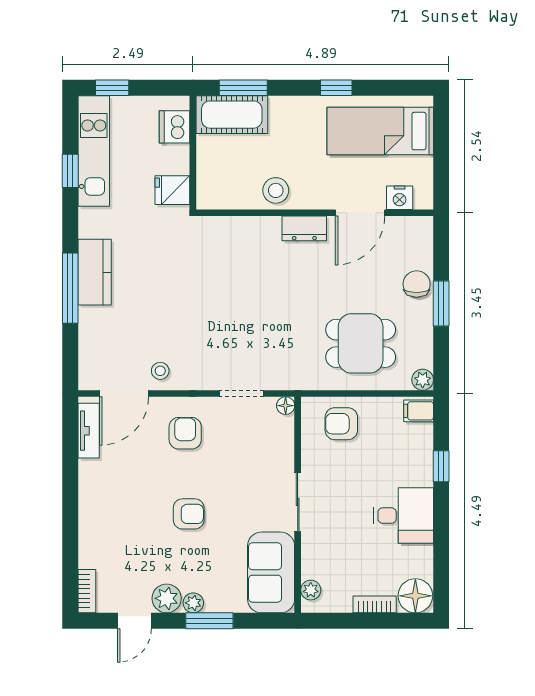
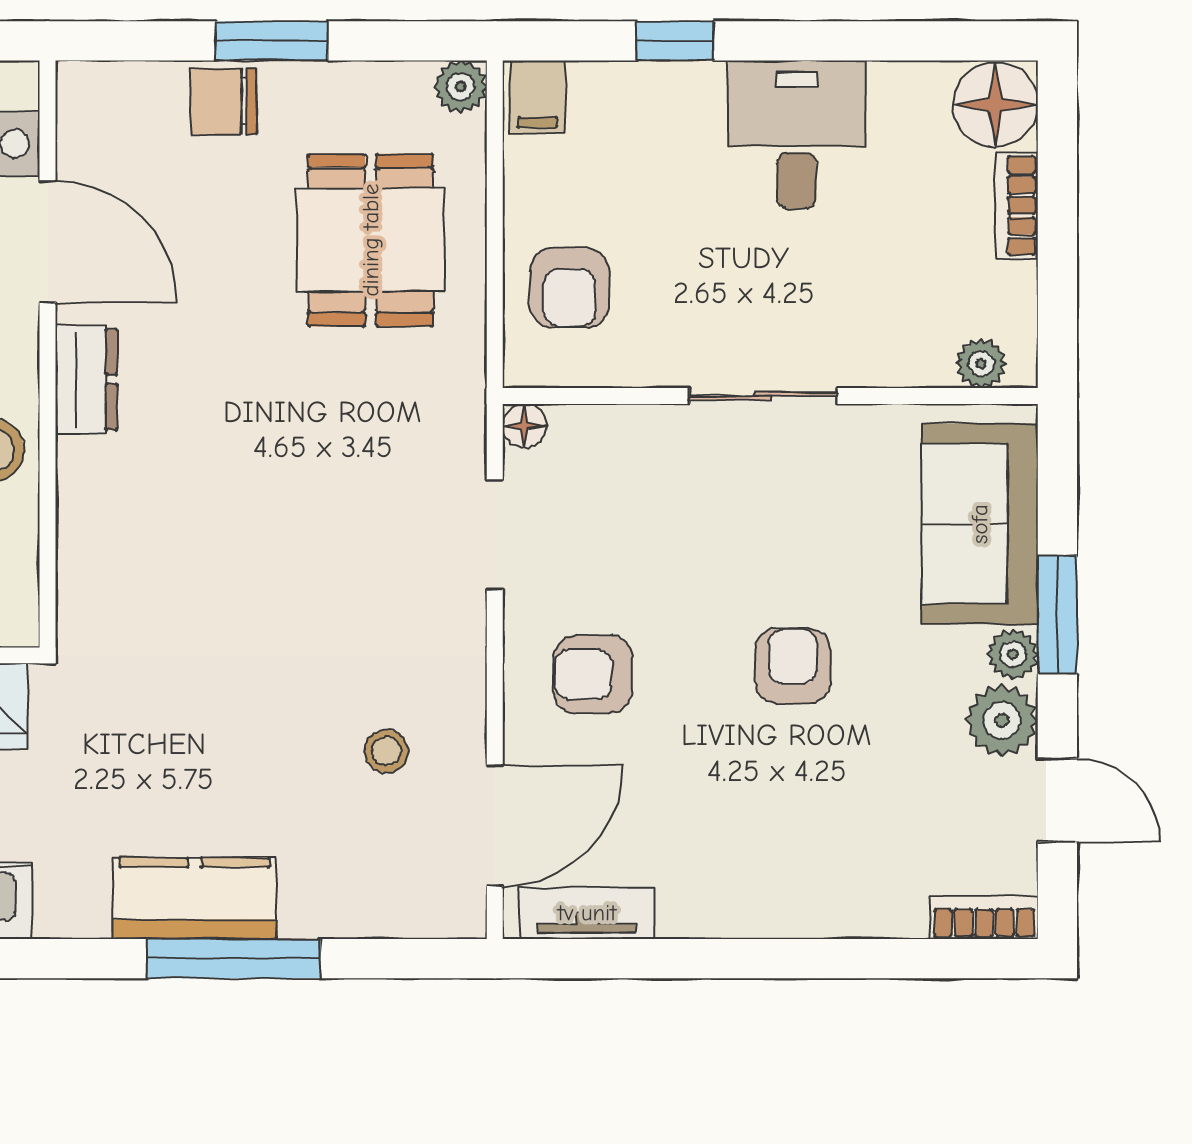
stool: (160, 371) -> (386, 751), moved
door: (124, 394) -> (495, 826), hinge flipped
sofa: (271, 572) -> (980, 524), moved, turned 90

